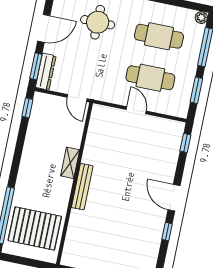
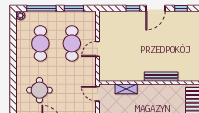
door: (77, 98) -> (98, 94), swing flipped
window: (185, 143) -> (133, 8), moved
shelving: (70, 163) -> (126, 89), moved

